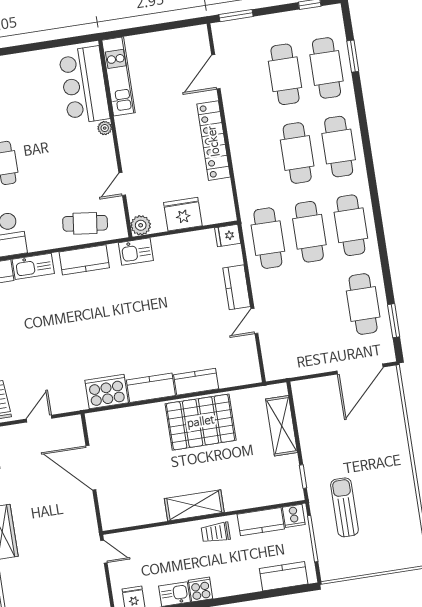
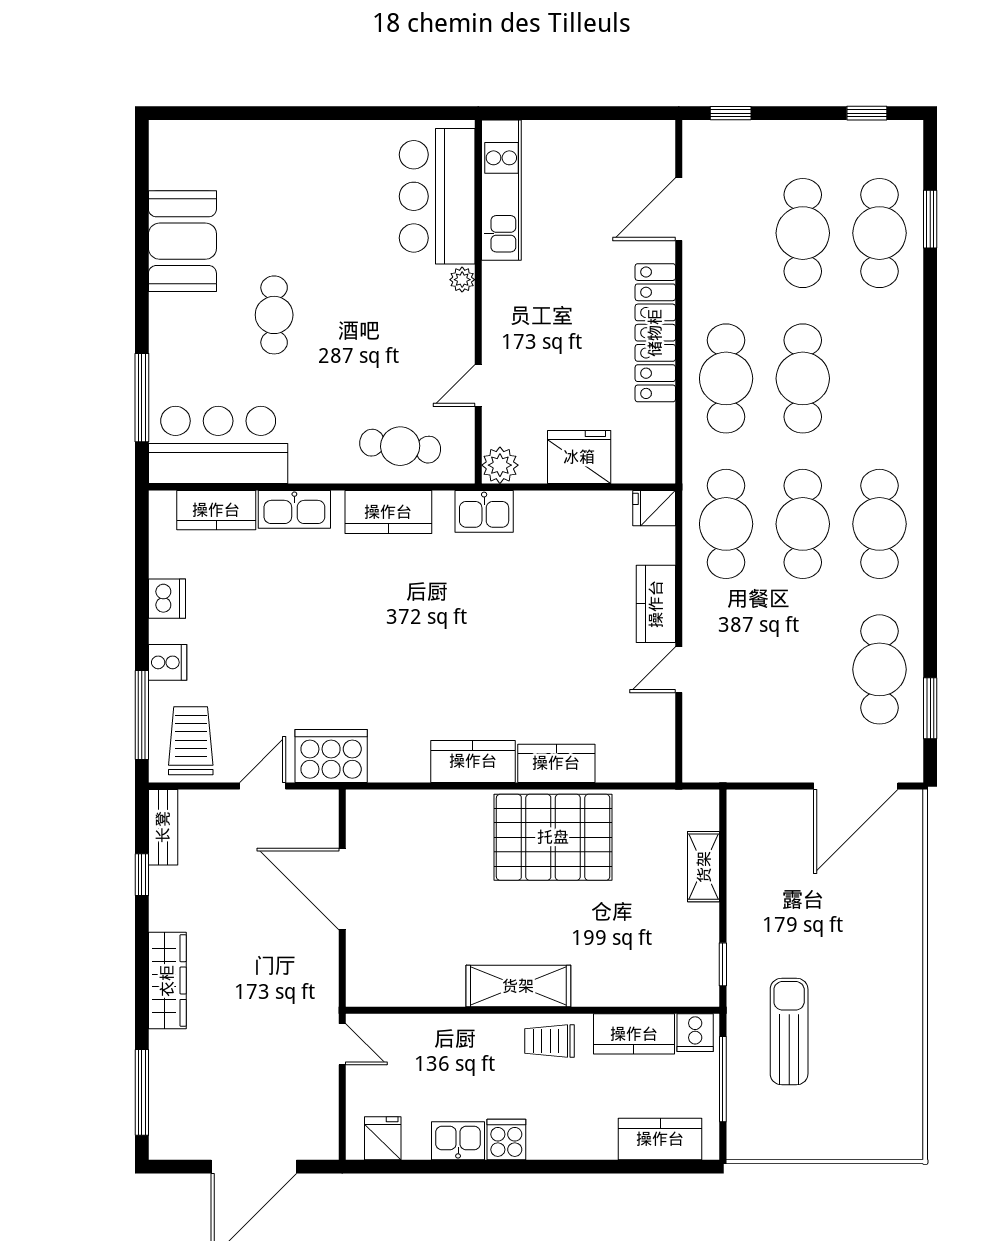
window: (236, 16) -> (731, 113), width x0.67
cafe table: (339, 147) -> (726, 378), moved
cooker: (107, 392) -> (331, 756), moved
shelving: (282, 426) -> (704, 867), width x0.67, depth x0.75

